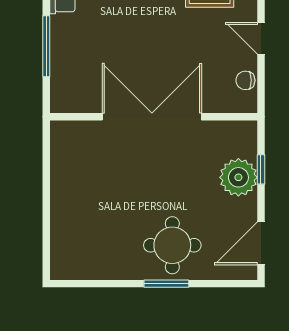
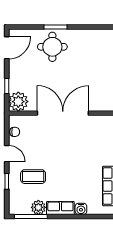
double door: (152, 117) -> (63, 113), swing flipped
plant: (238, 177) -> (18, 102), moved

